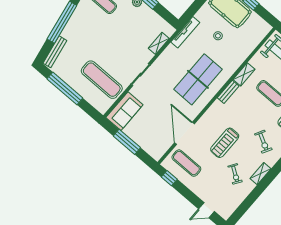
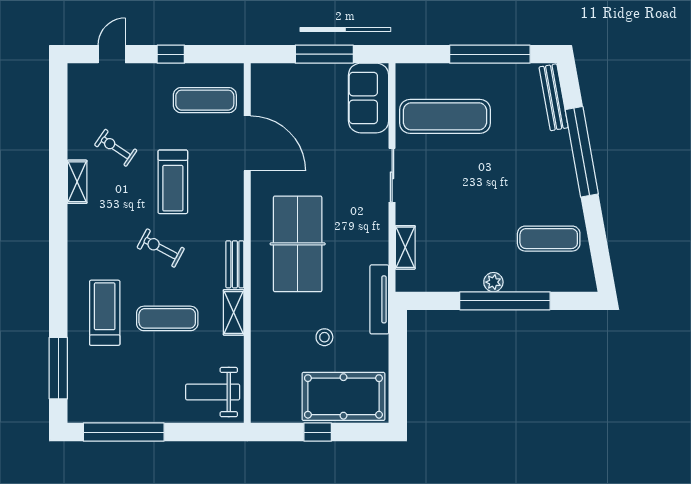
exercise bike: (263, 142) -> (161, 248), moved
treadmill: (225, 143) -> (173, 182), turned 180
window: (169, 178) -> (171, 54), moved

